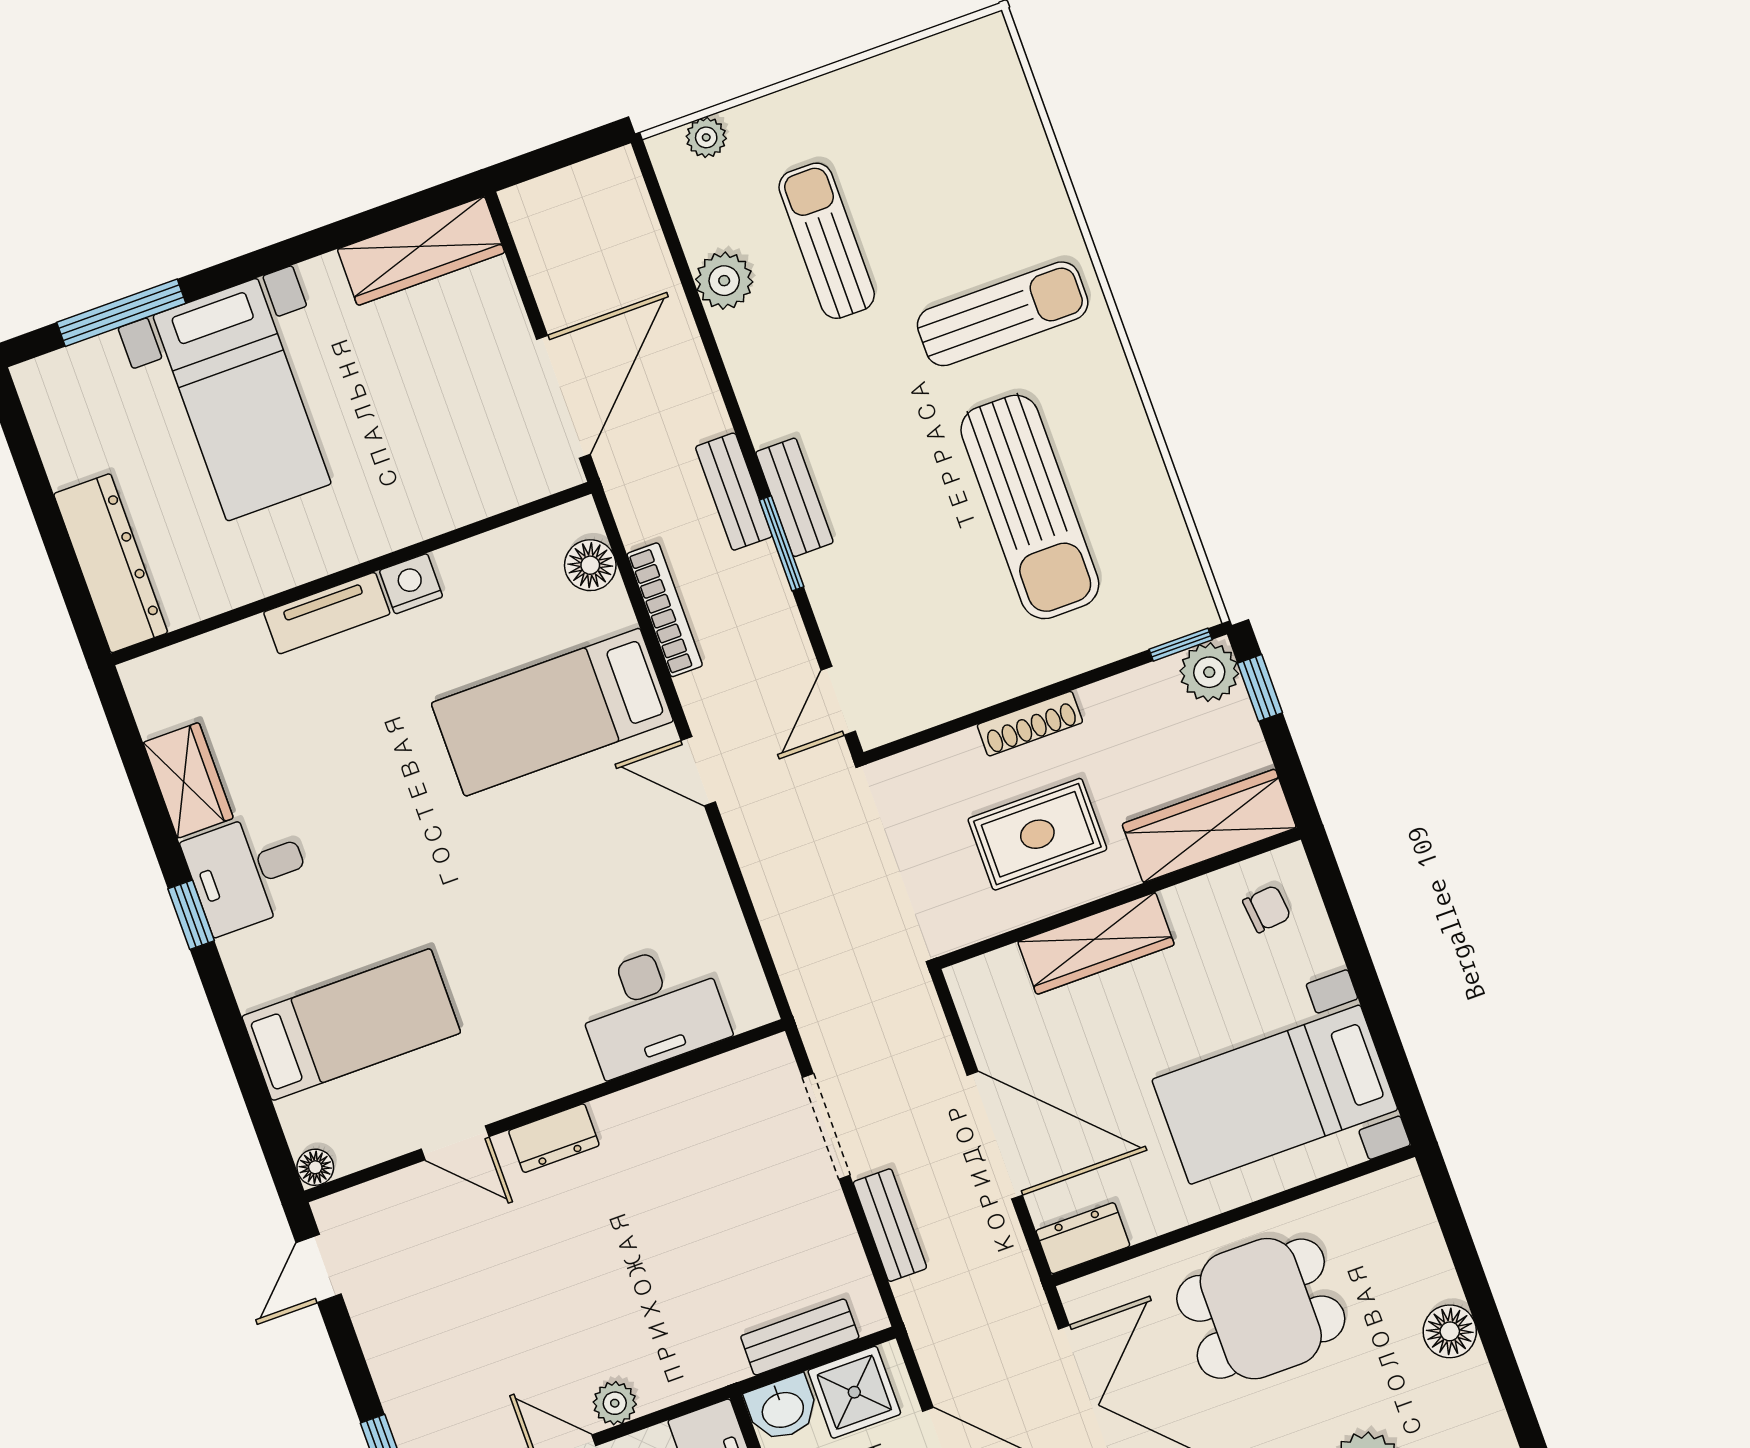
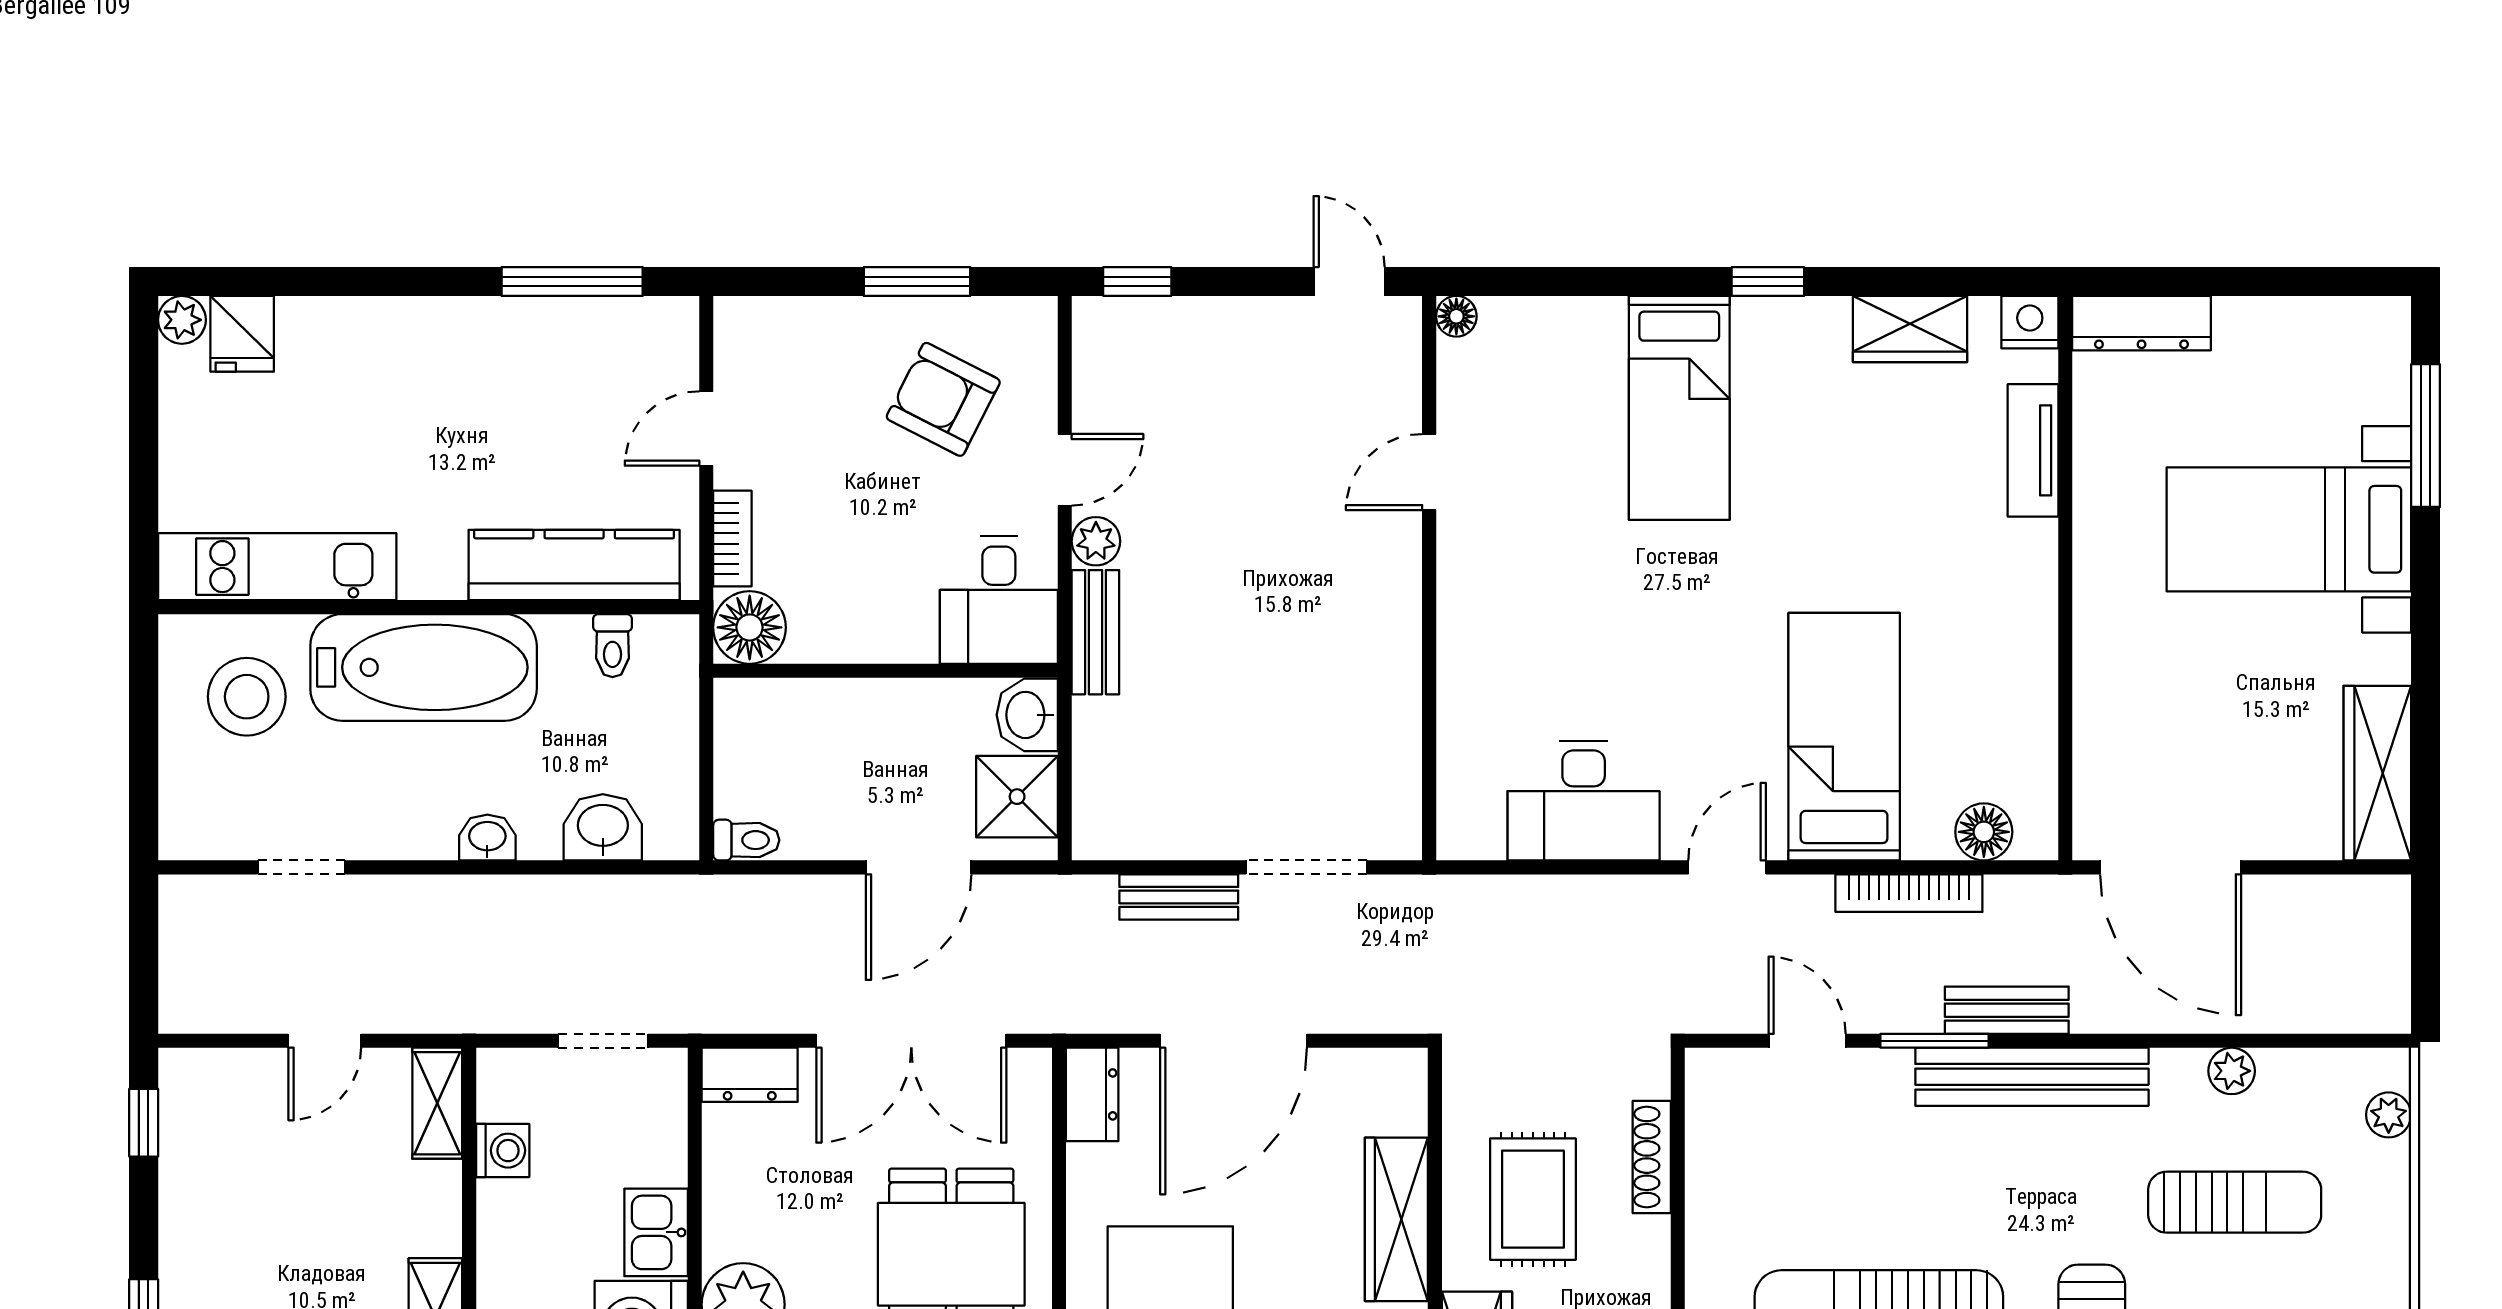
plant: (724, 281) -> (2232, 1071), width x0.73, depth x0.73
bench: (794, 497) -> (2032, 1077), width x1.86, depth x1.21
dresser: (111, 563) -> (2142, 323), width x0.73, depth x0.80
nightstand: (411, 584) -> (2030, 322), moved, turned -90
tv unit: (327, 613) -> (2033, 450), moved
door: (838, 701) -> (1807, 1041), moved
shoe rack: (1030, 724) -> (1652, 1157), moved
desk: (248, 872) -> (1791, 357), removed
desk: (652, 1009) -> (1584, 801), moved, turned -90
bed: (351, 1025) -> (1679, 408), moved
dresser: (554, 1138) -> (1397, 578), removed
bench: (800, 1337) -> (1095, 632), moved

